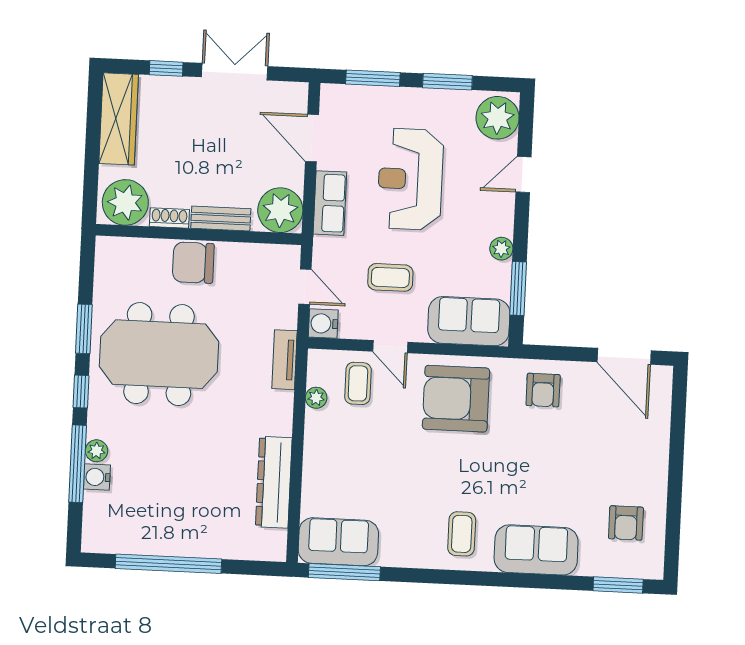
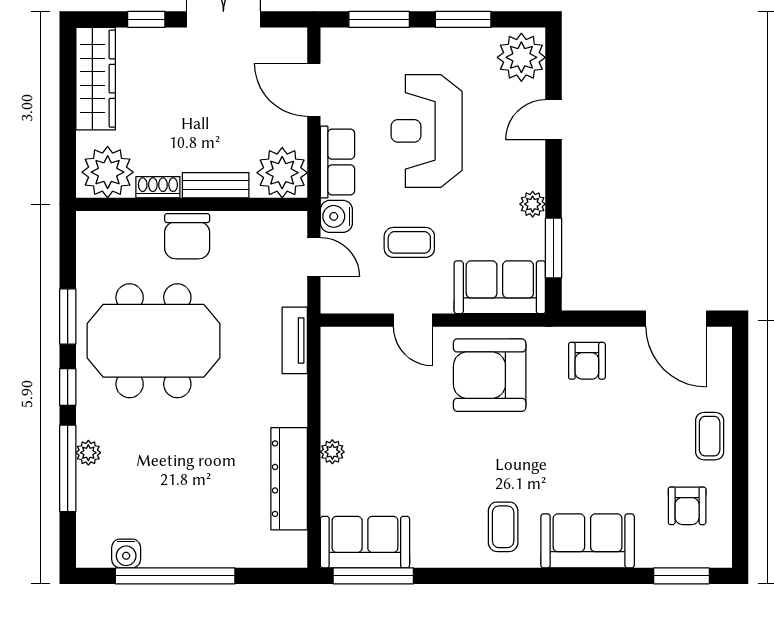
chair: (193, 263) -> (187, 236), turned -90
water cooler: (323, 323) -> (336, 216), moved
coffee table: (358, 383) -> (710, 436), moved
plant: (316, 398) -> (332, 452), moved
water cooler: (97, 477) -> (126, 553), moved, turned -90

